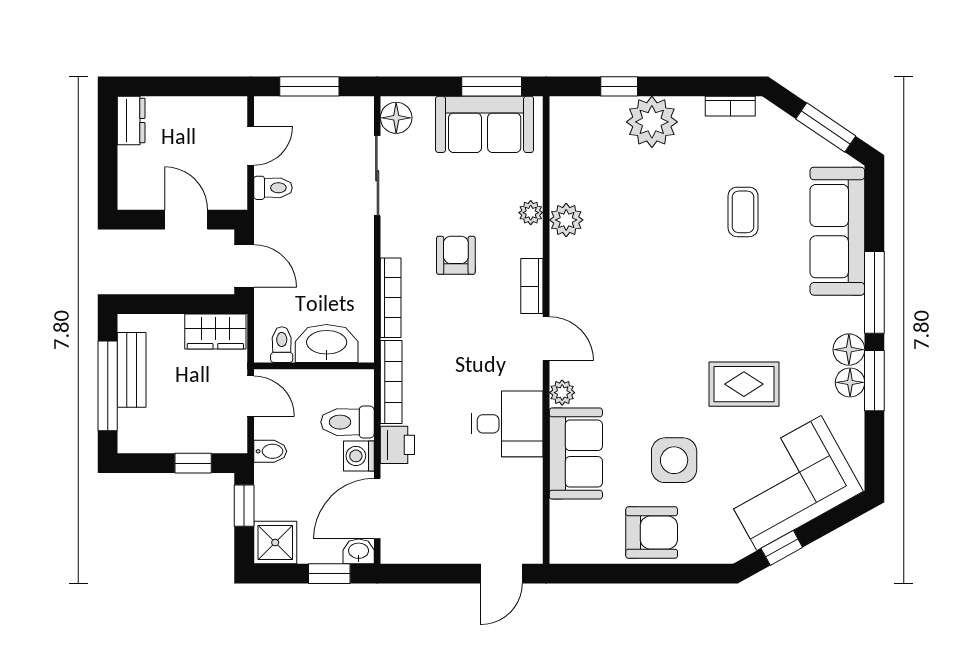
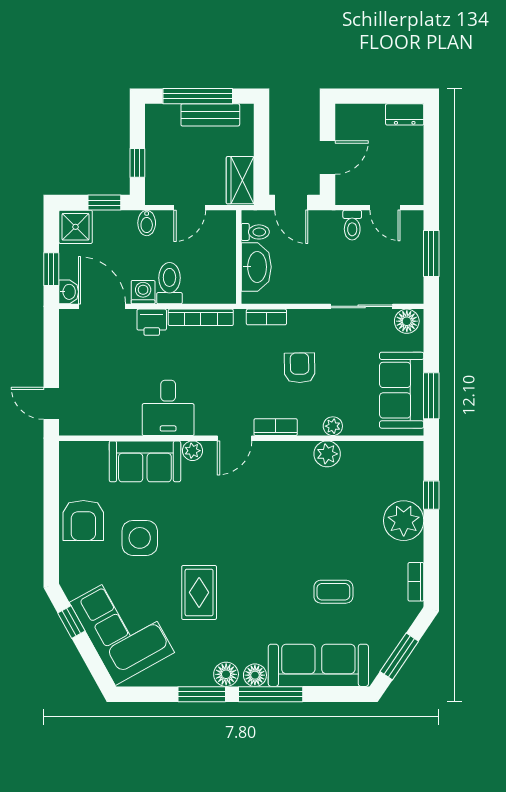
armchair: (456, 255) -> (300, 368), turned -91
door: (244, 266) -> (291, 203), hinge flipped
bookcase: (391, 298) -> (266, 317), width x0.64
washbasin: (327, 343) -> (256, 267), moved
toilet: (282, 345) -> (255, 232), moved
wall: (314, 366) -> (239, 257), moved
floor lamp: (850, 382) -> (255, 675), moved

